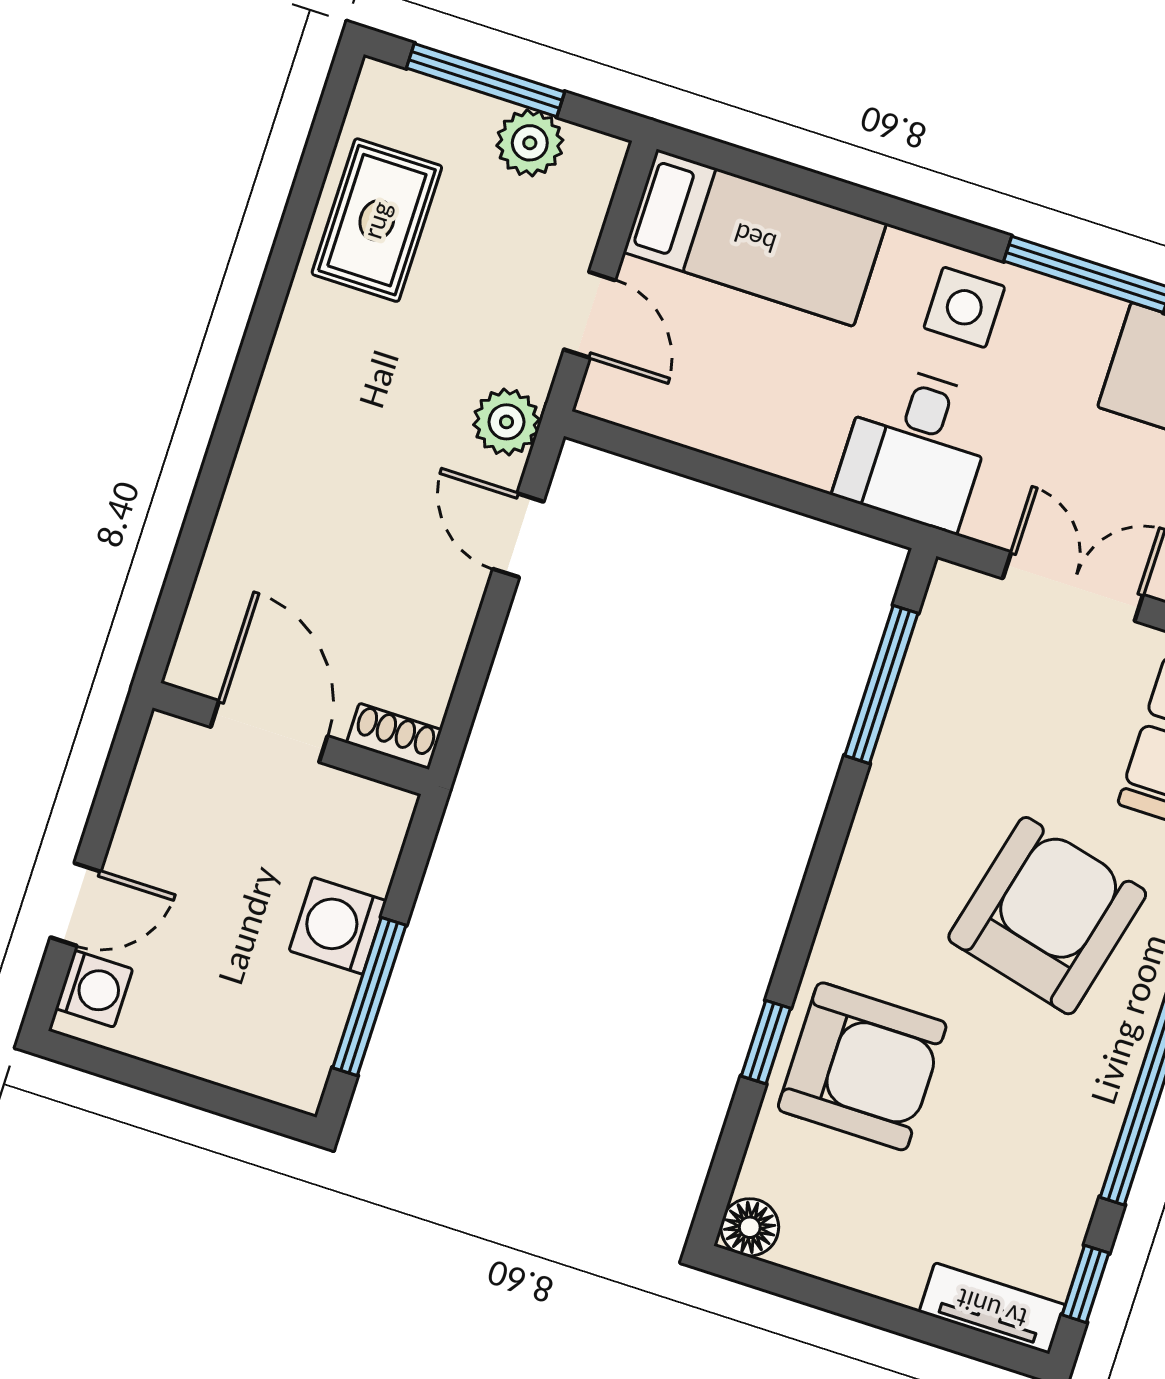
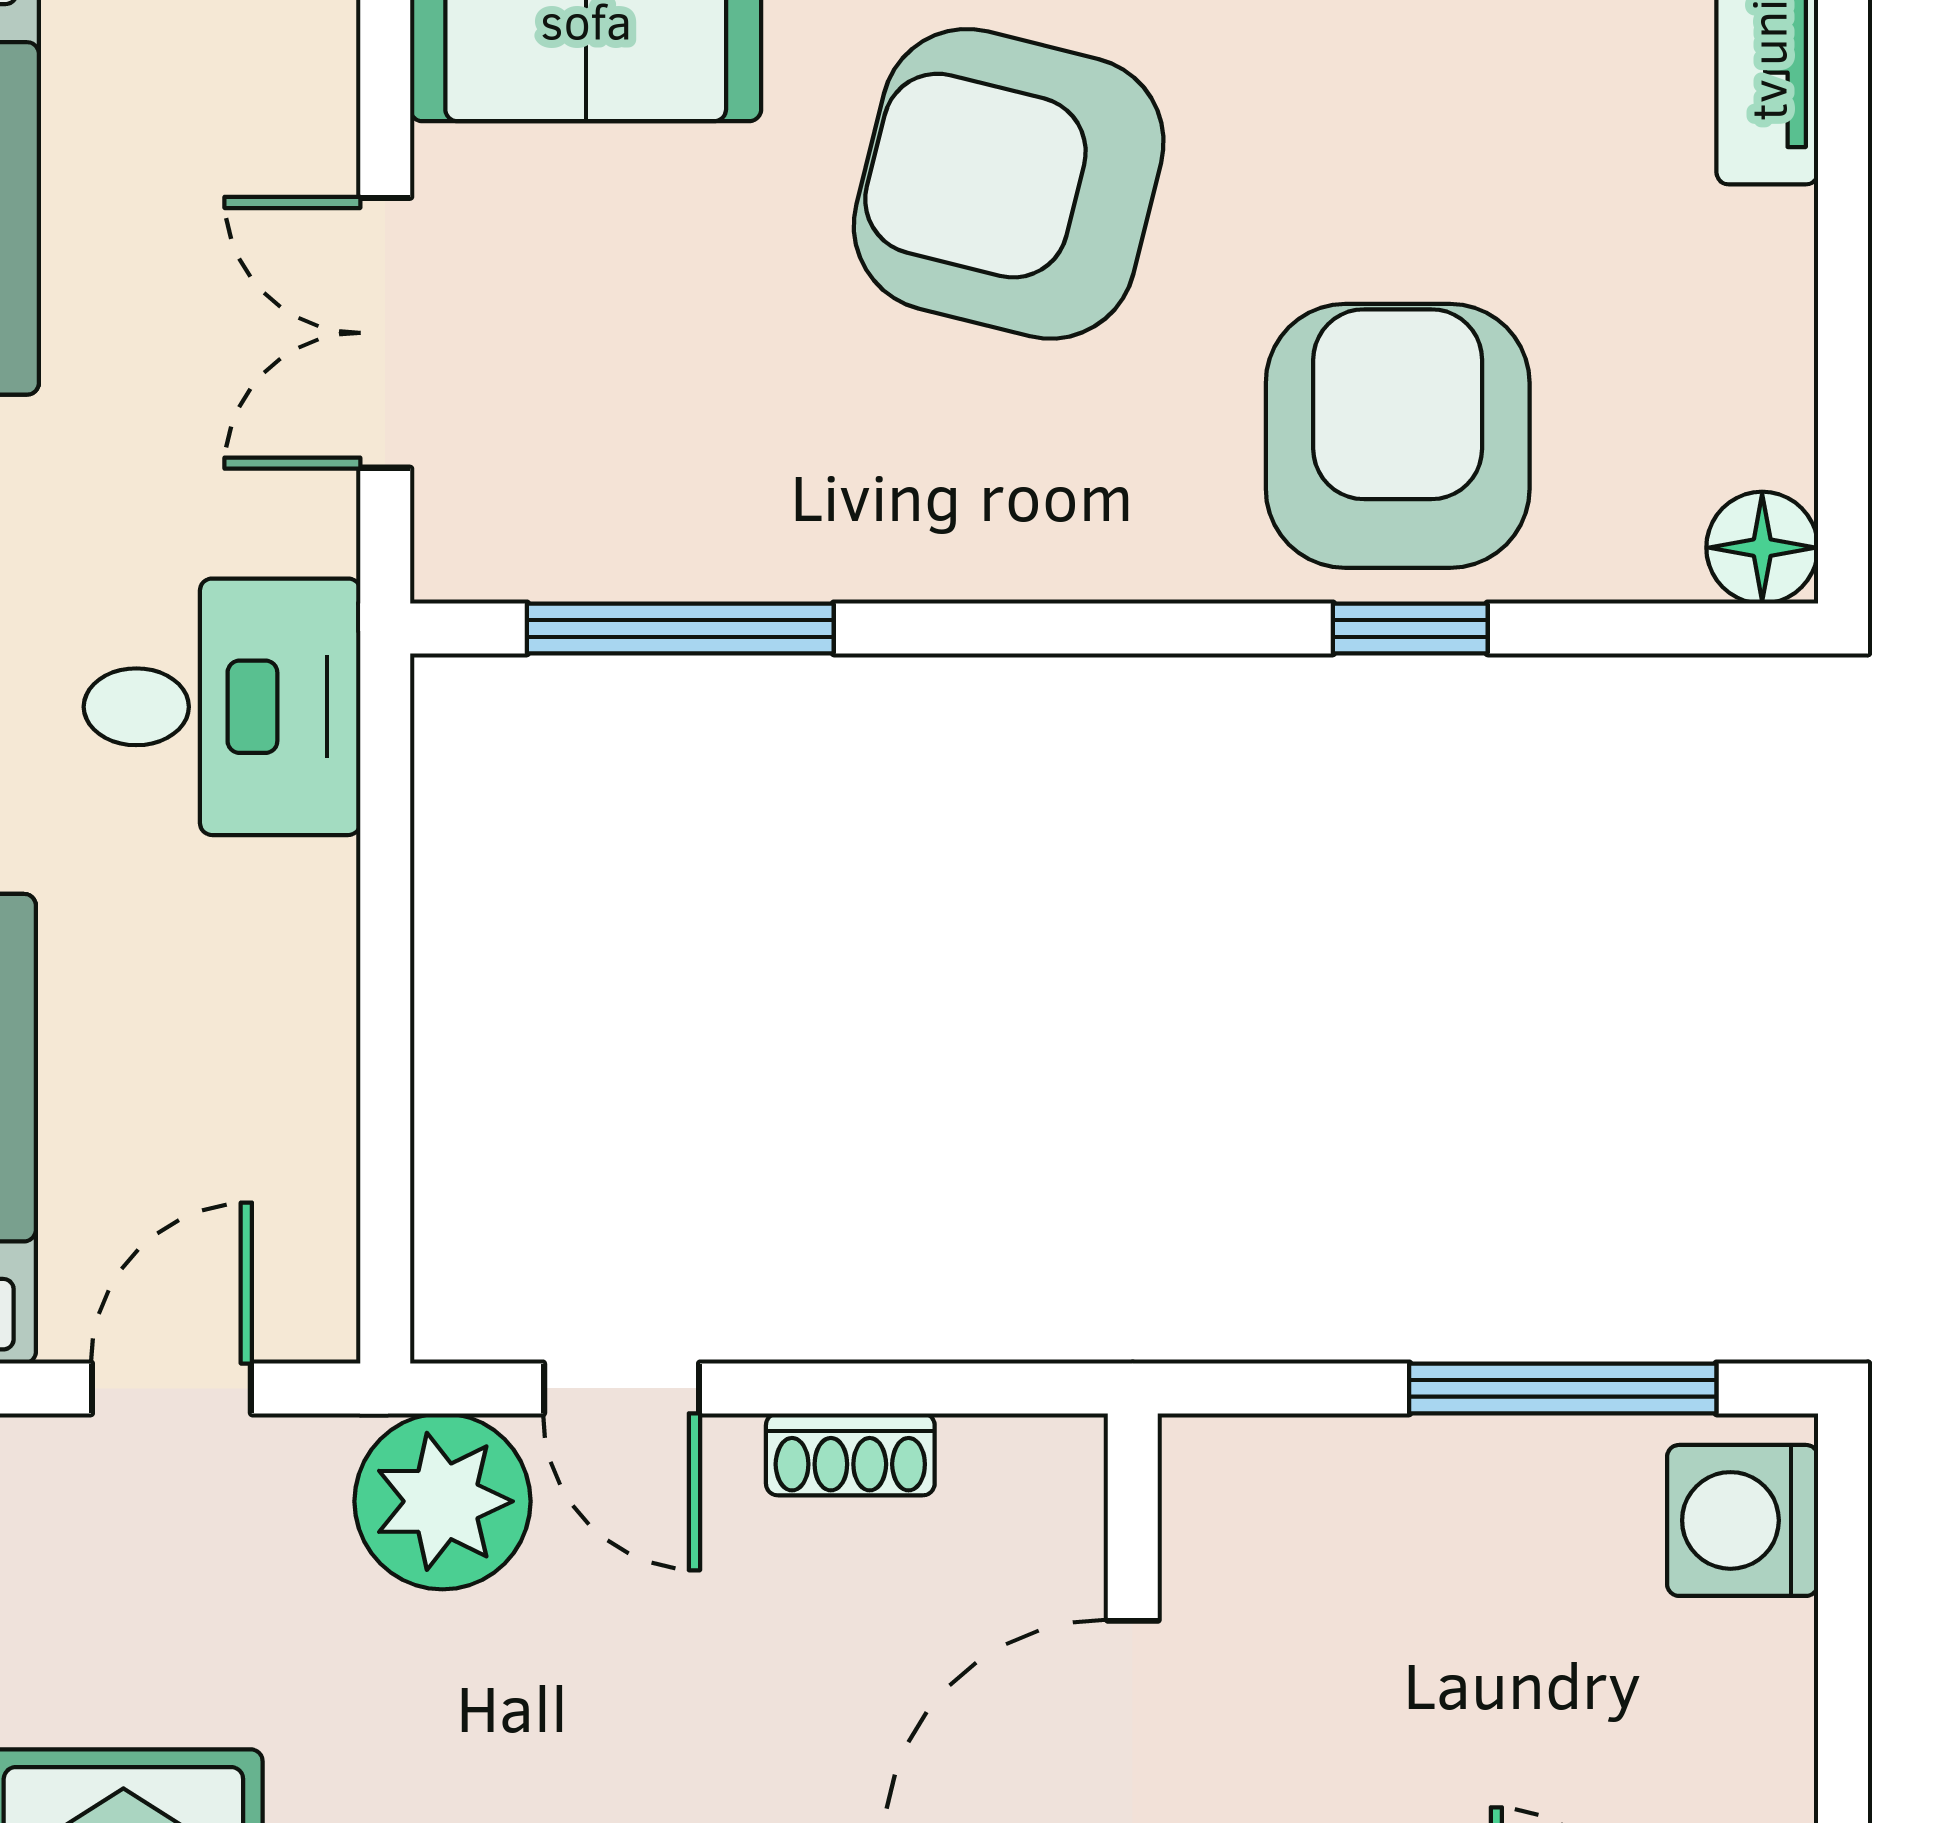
plant: (506, 422) -> (442, 1501), width x1.36, depth x1.36
door: (518, 535) -> (622, 1388), hinge flipped
shoe rack: (394, 736) -> (850, 1454), moved, turned -90
washing machine: (338, 926) -> (1743, 1520), moved, turned 90

